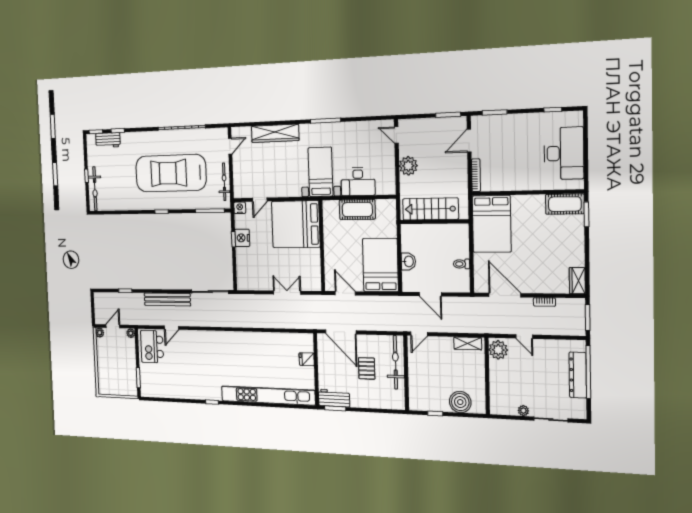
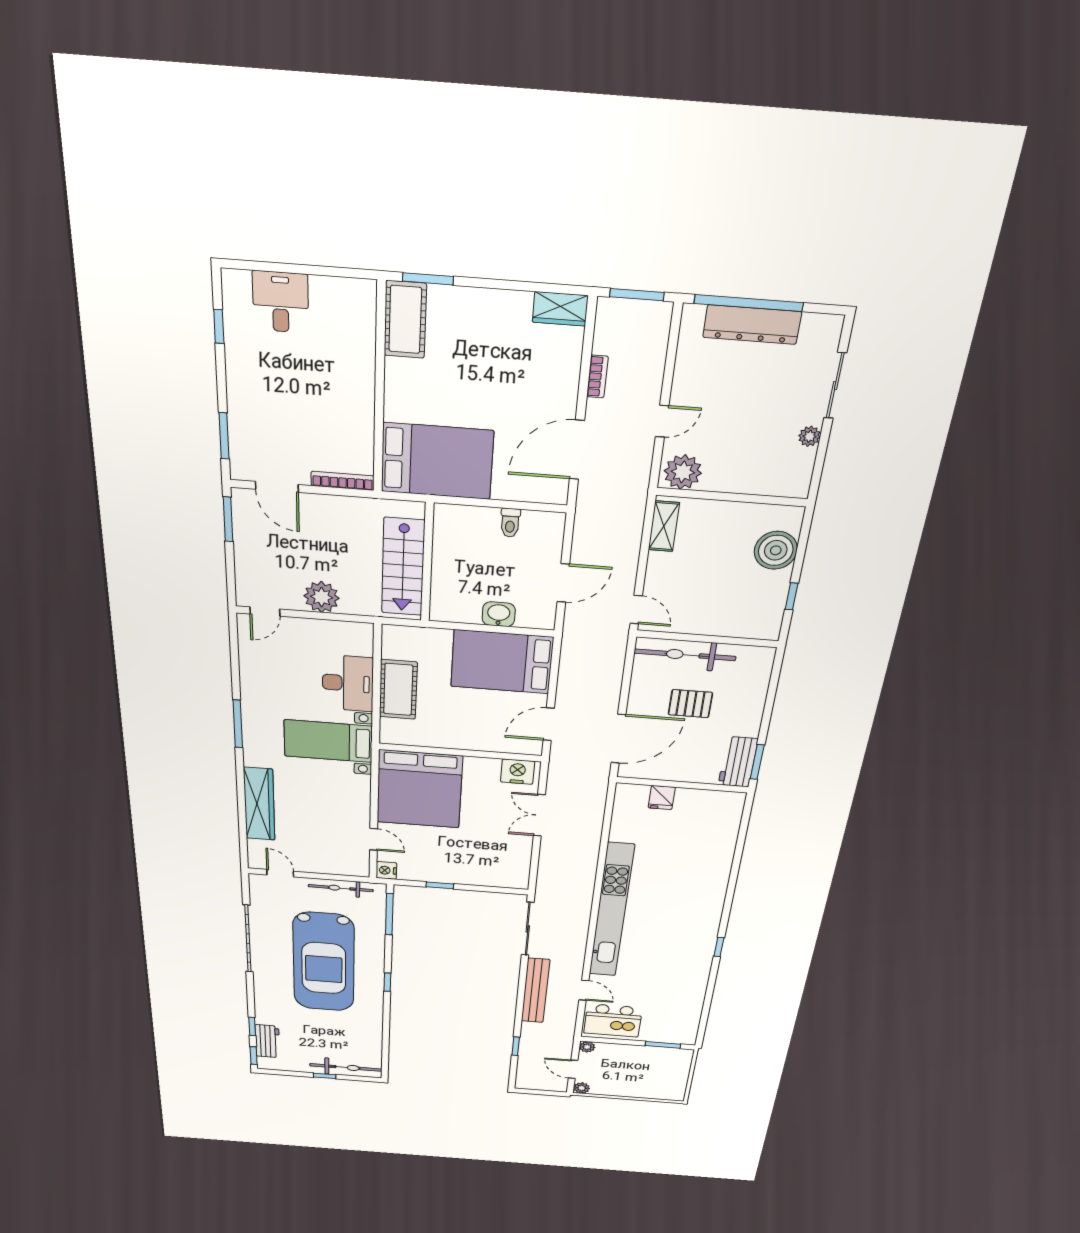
desk: (564, 153) -> (280, 302), width x0.53, depth x0.77
nightstand: (242, 238) -> (518, 772), moved, turned 180
kitchen unit: (268, 396) -> (611, 911), moved, turned 180

